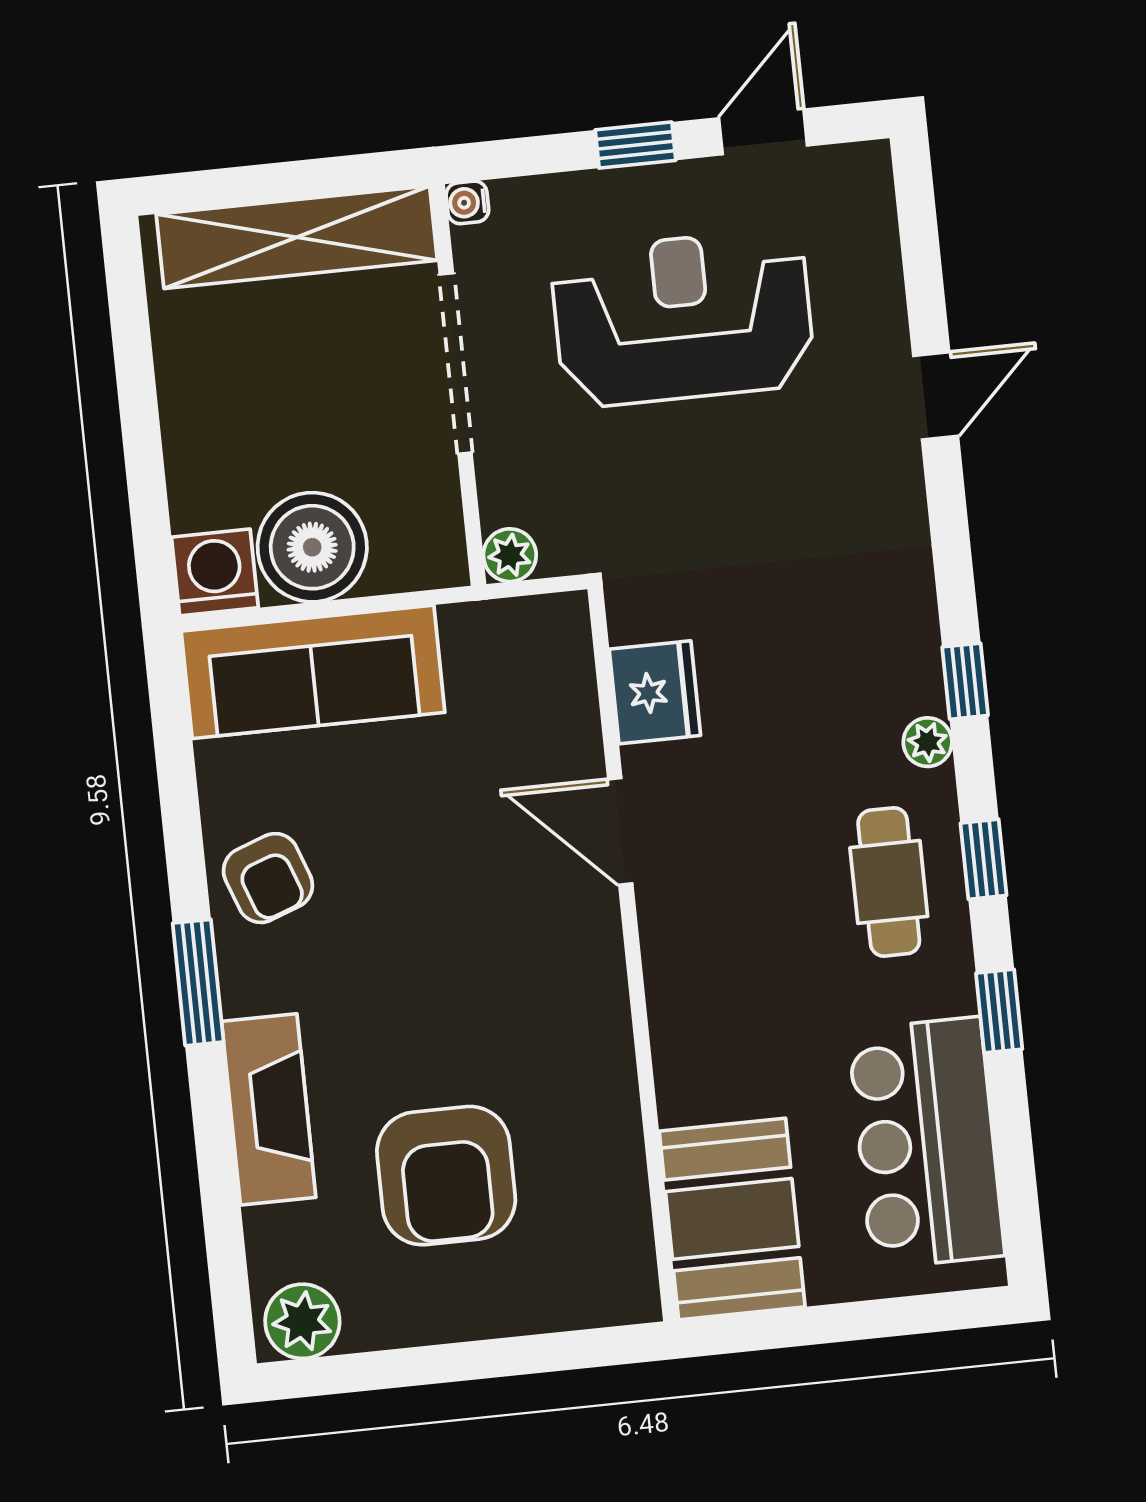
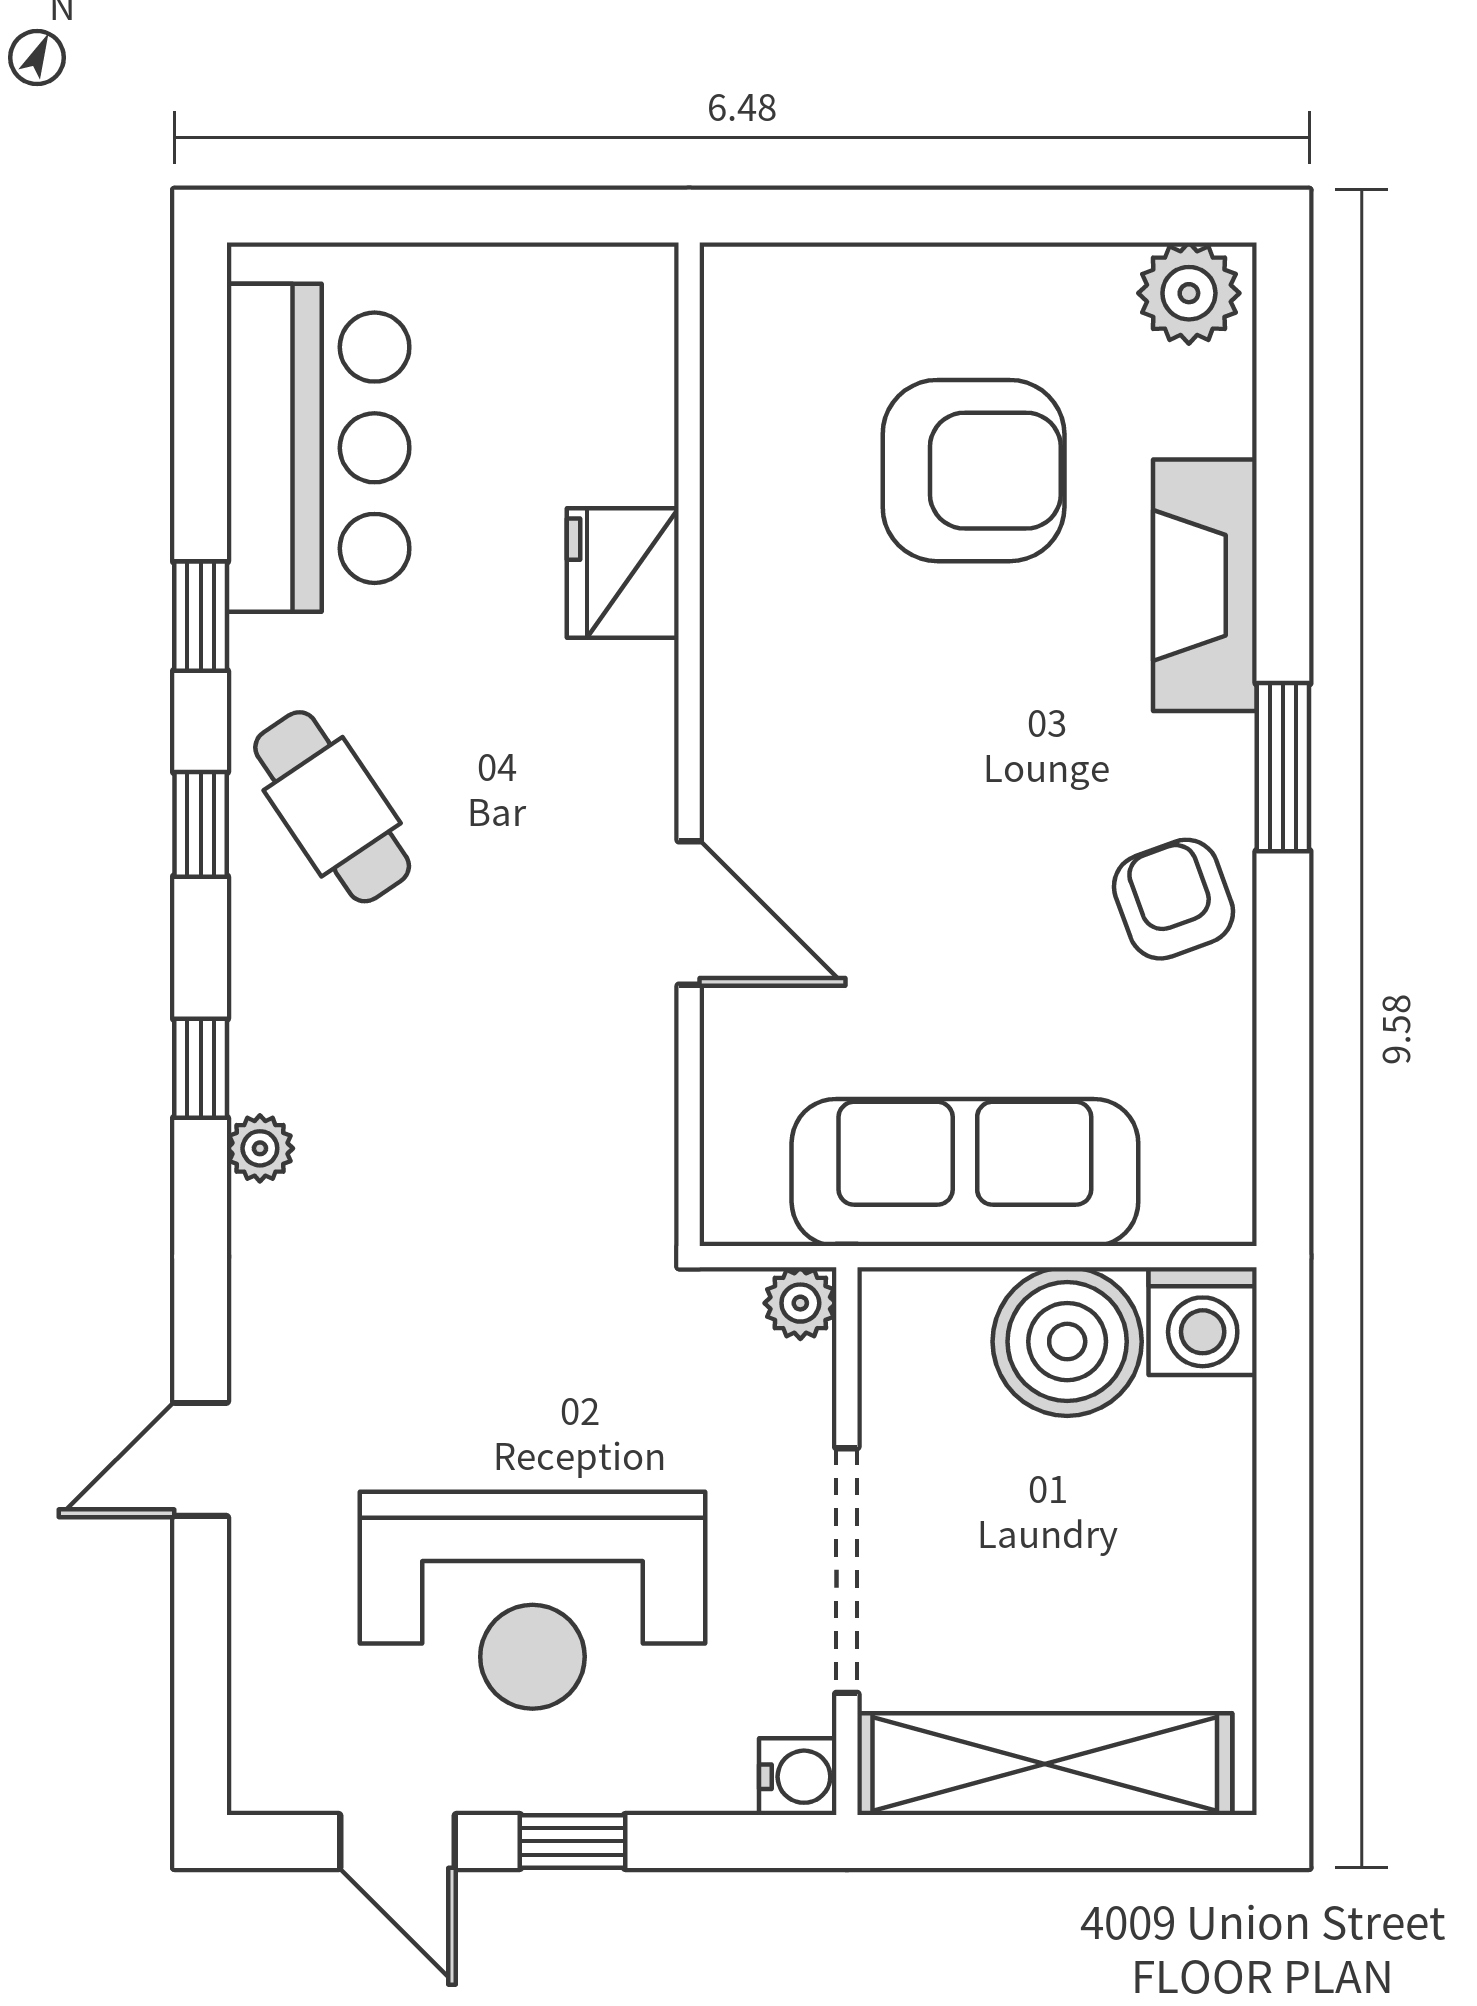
door: (763, 132) -> (397, 1841), hinge flipped
water cooler: (467, 202) -> (798, 1777), width x1.38, depth x1.38
sofa: (313, 672) -> (965, 1172), moved
fridge: (655, 692) -> (623, 573), moved
plant: (928, 742) -> (260, 1148), moved
cafe table: (889, 882) -> (332, 807), turned -34
armchair: (446, 1176) -> (974, 471), turned 90
booth: (732, 1219) -> (592, 372), removed

